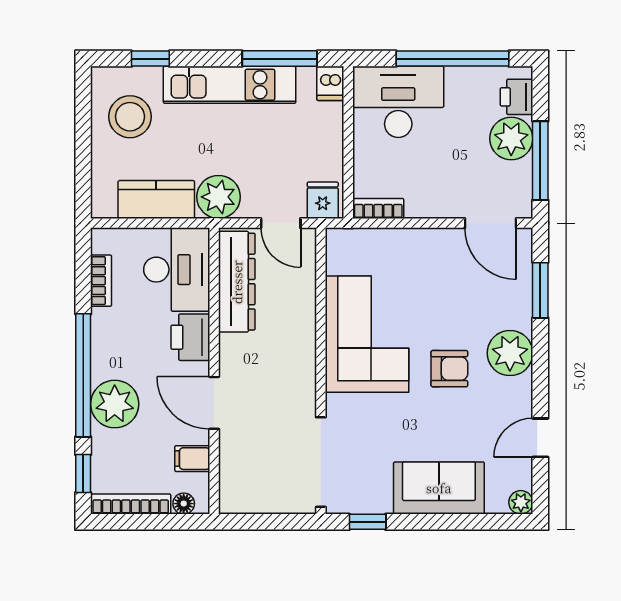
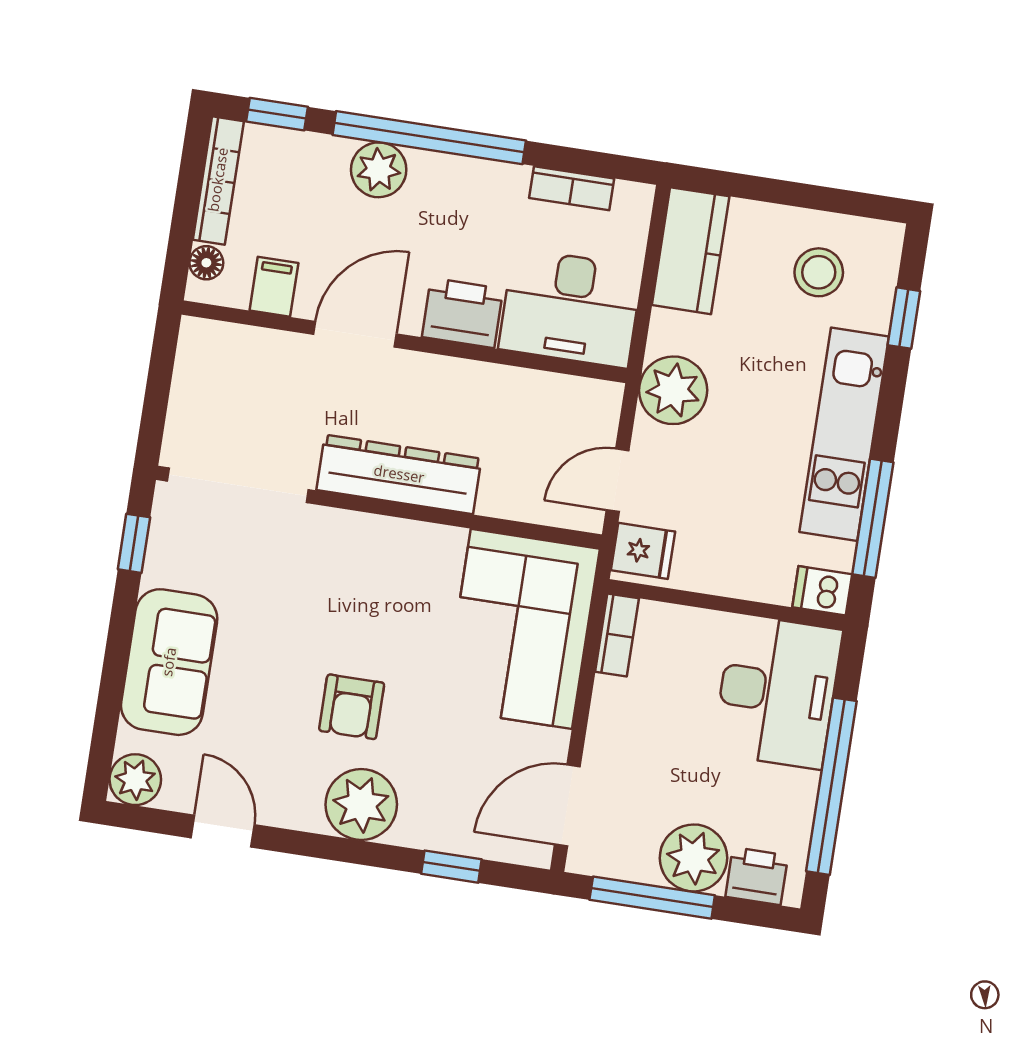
stool: (130, 117) -> (819, 272), width x0.73, depth x0.73
kitchen counter: (156, 200) -> (691, 251), moved
dresser: (237, 282) -> (399, 474), moved, turned 180
window: (540, 290) -> (451, 867), width x0.67
corner sofa: (367, 334) -> (521, 629), moved, turned 90
plant: (115, 404) -> (379, 170), width x0.73, depth x0.73
plant: (521, 502) -> (135, 780), width x1.38, depth x1.38

